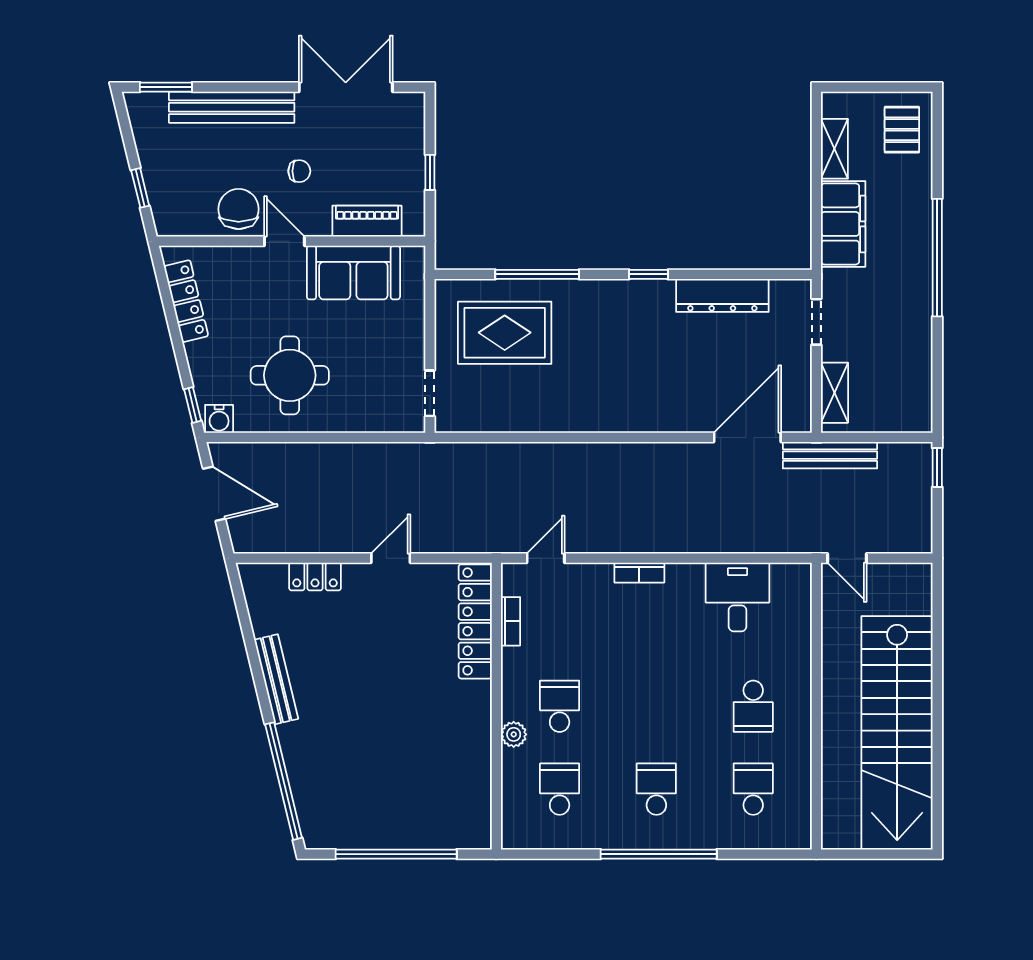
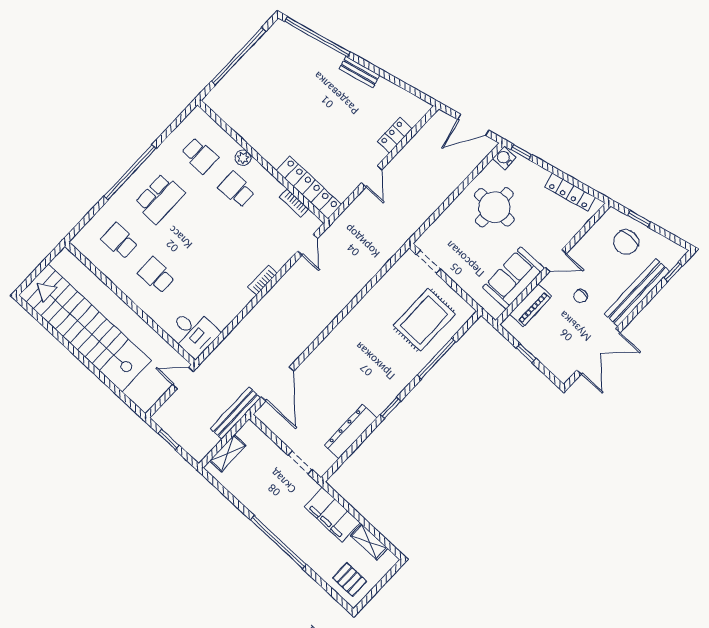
window: (166, 87) -> (673, 272), width x0.67
chair: (239, 209) -> (626, 242), moved, turned 86
shelving: (835, 393) -> (228, 453), moved, turned 90
window: (937, 467) -> (169, 439), moved
desk: (738, 597) -> (193, 332), moved
bench: (276, 679) -> (359, 72), width x0.73
school desk: (560, 706) -> (236, 190), turned 180
school desk: (656, 789) -> (160, 198), width x1.85
school desk: (753, 789) -> (120, 241), turned 180

